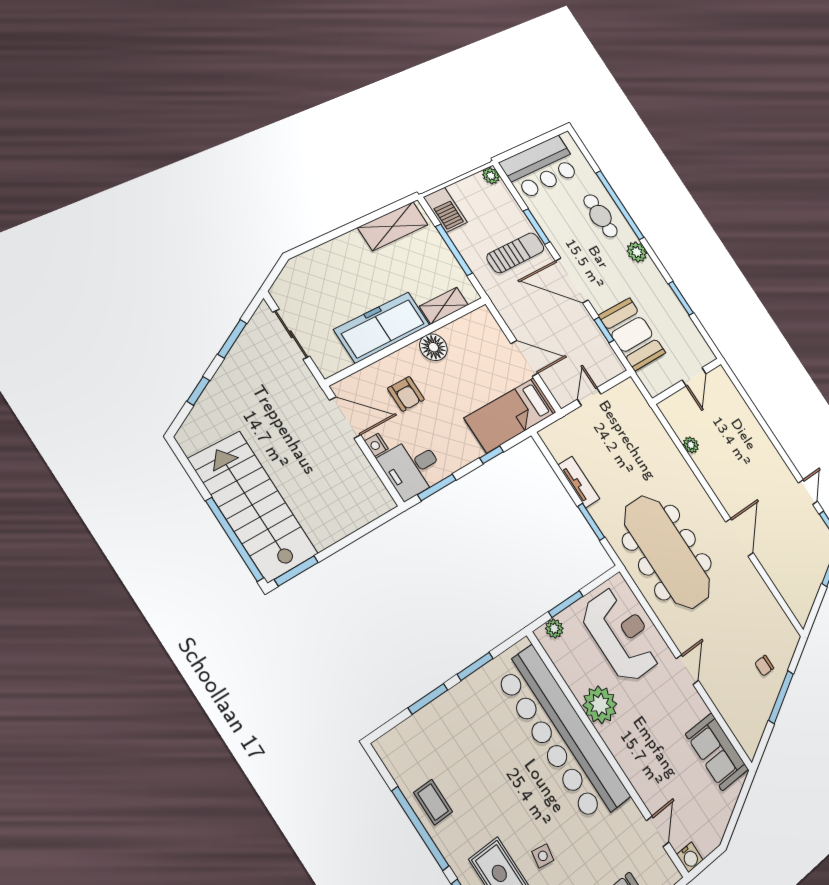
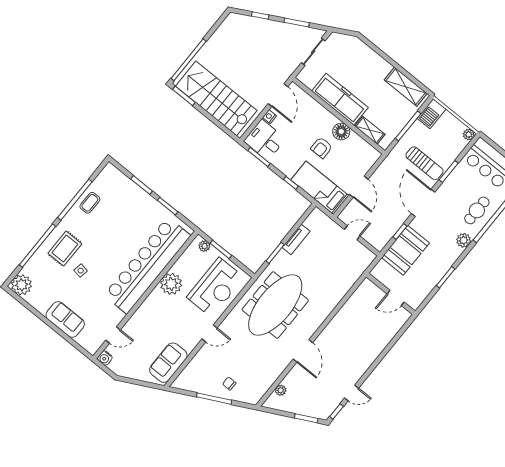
armchair: (406, 394) -> (322, 148), moved
plant: (691, 445) -> (281, 390), moved
stairs: (253, 506) -> (216, 98), moved, turned -90
door: (739, 537) -> (303, 351), hinge flipped

